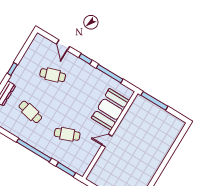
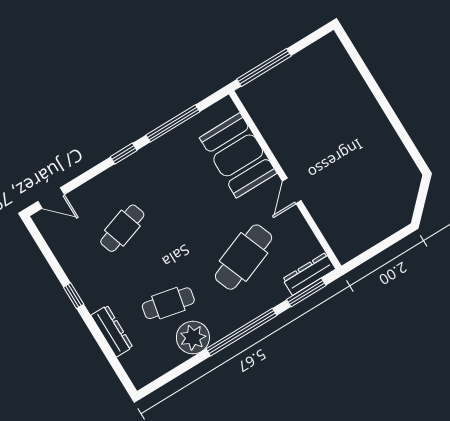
door: (63, 45) -> (51, 198), moved
plant: (21, 130) -> (193, 338), added
cafe table: (67, 134) -> (244, 257), width x1.37, depth x1.35
dresser: (75, 167) -> (309, 274), added

